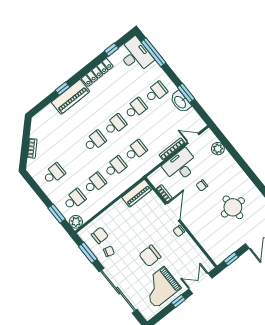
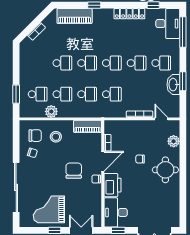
piano: (71, 97) -> (75, 16), moved
desk: (180, 166) -> (116, 212), moved, turned -90
school desk: (54, 174) -> (62, 63), moved
round table: (233, 207) -> (165, 170), moved
plant: (76, 222) -> (51, 111), moved
stool: (118, 223) -> (56, 137), added
printer: (196, 225) -> (112, 185), added
window: (88, 253) -> (16, 141), removed
chair: (150, 256) -> (74, 171), moved, turned 90

